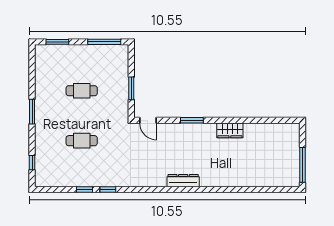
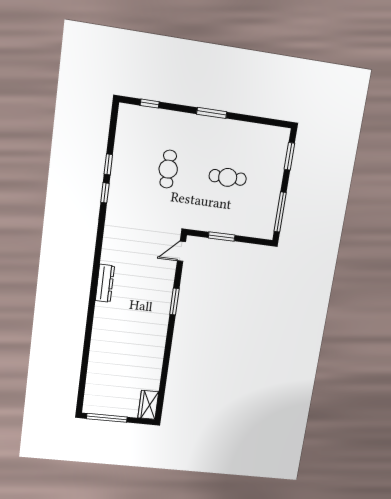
cafe table: (82, 91) -> (228, 177), turned 90
wardrobe: (230, 130) -> (148, 405), moved

